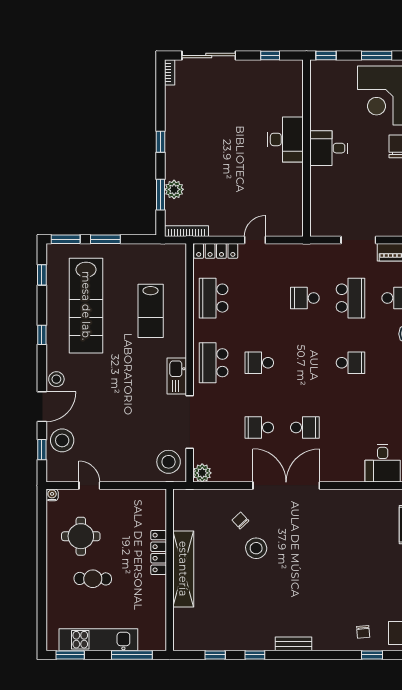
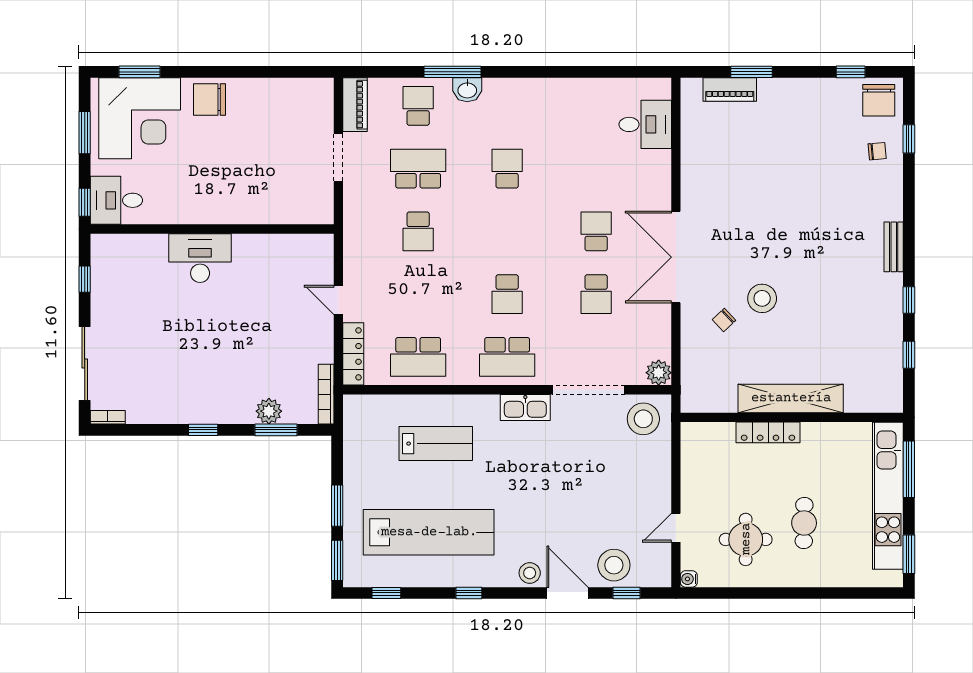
desk: (329, 148) -> (116, 200), moved, turned 90
kitchen unit: (98, 640) -> (888, 496), width x1.36

